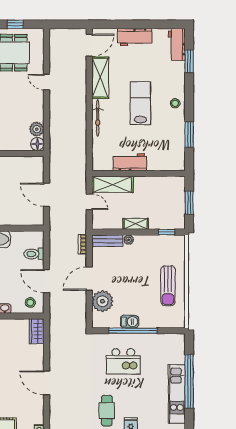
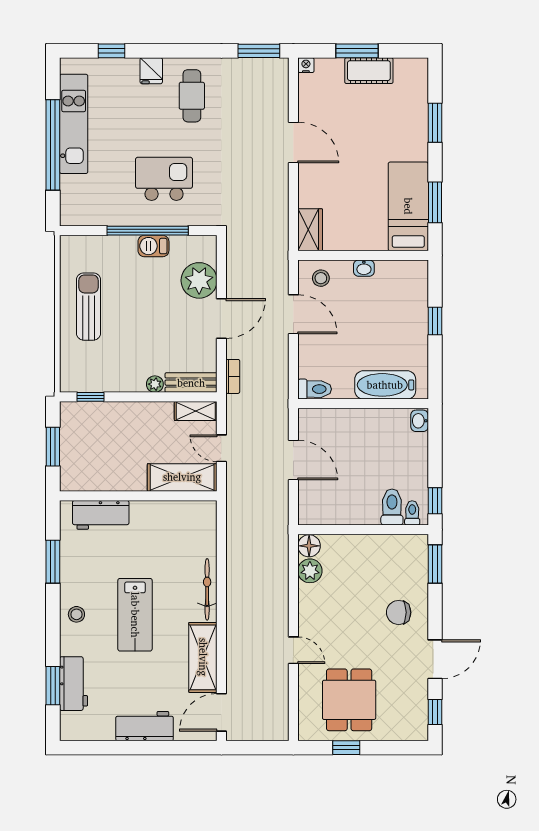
workbench: (177, 44) -> (74, 684), moved
workbench: (130, 162) -> (101, 515), moved
shelving: (136, 224) -> (196, 411), moved
toilet: (34, 254) -> (315, 389), moved

